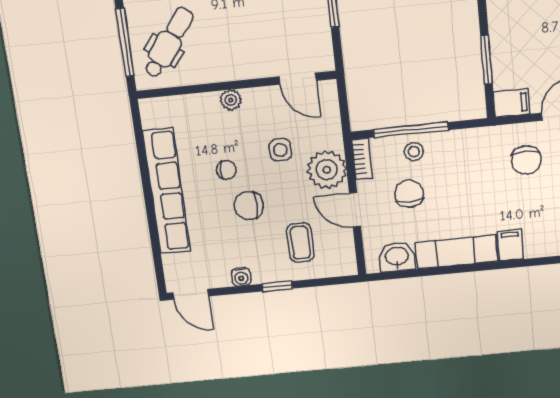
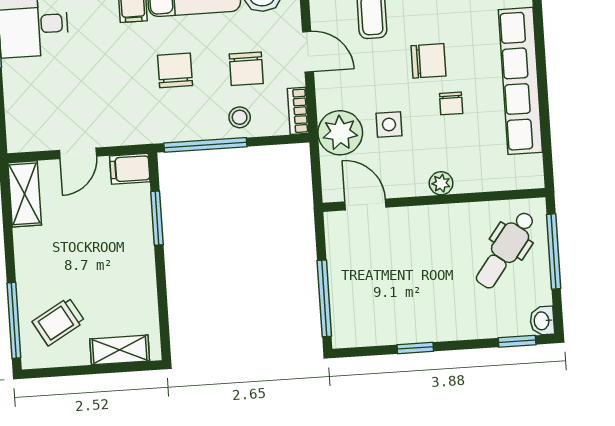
window: (411, 130) -> (205, 145), moved
chair: (526, 160) -> (175, 70), moved
chair: (226, 170) -> (451, 103), turned -90
plant: (327, 170) -> (340, 133), moved

